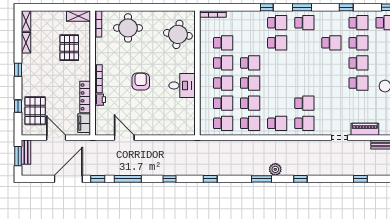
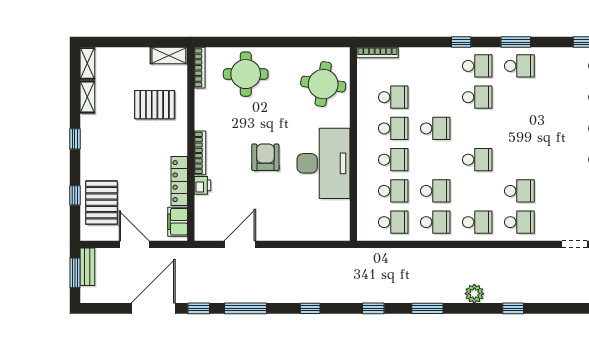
school desk: (331, 43) -> (561, 97), removed
pallet: (69, 48) -> (155, 105), turned 90
school desk: (250, 83) -> (477, 160), moved
desk: (182, 85) -> (324, 163), width x1.87, depth x1.30
door: (124, 138) -> (240, 244), hinge flipped
window: (262, 179) -> (427, 308), moved

